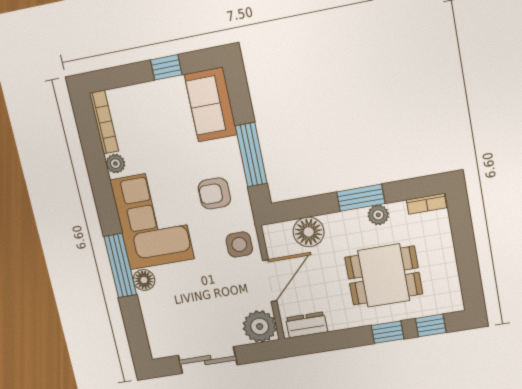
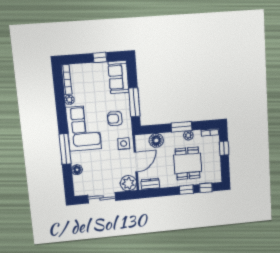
window: (463, 236) -> (224, 148), added
dining table: (384, 276) -> (188, 163), turned 90
floor lamp: (144, 280) -> (77, 170), moved

